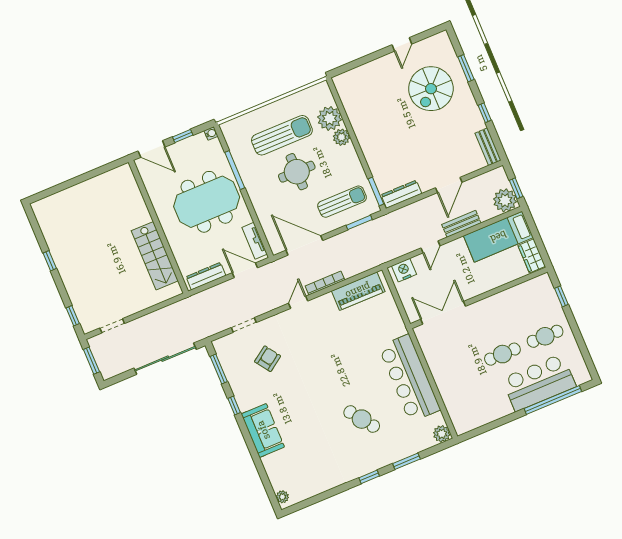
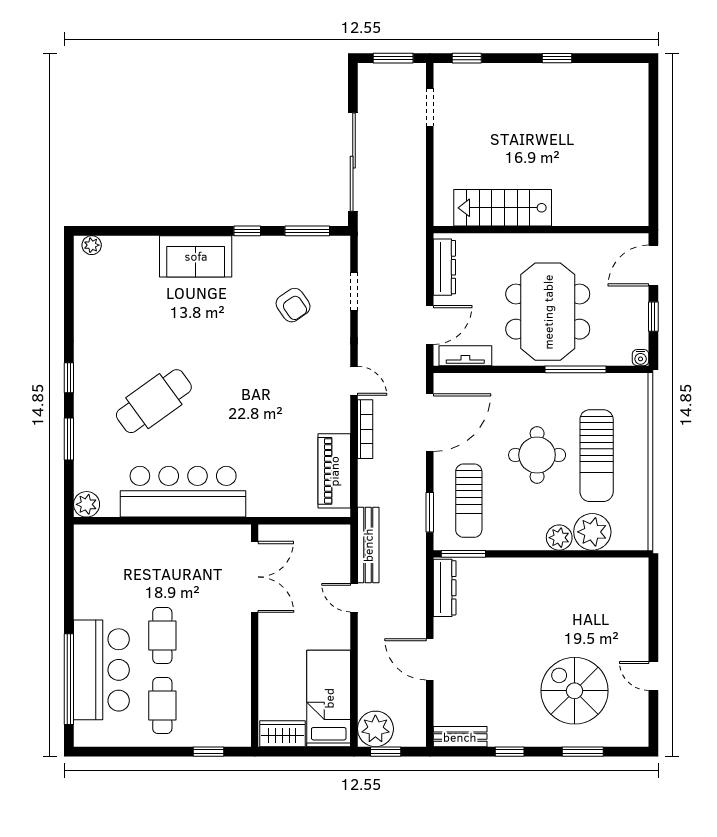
bench: (461, 224) -> (368, 545), moved, width x1.36
nightstand: (404, 270) -> (337, 547), removed
cafe table: (362, 419) -> (154, 401), width x1.37, depth x1.35

